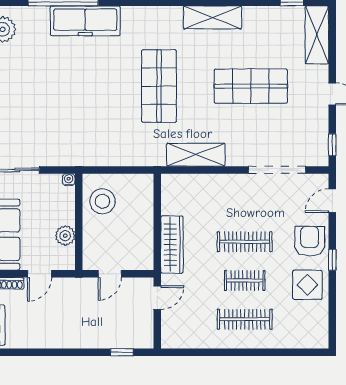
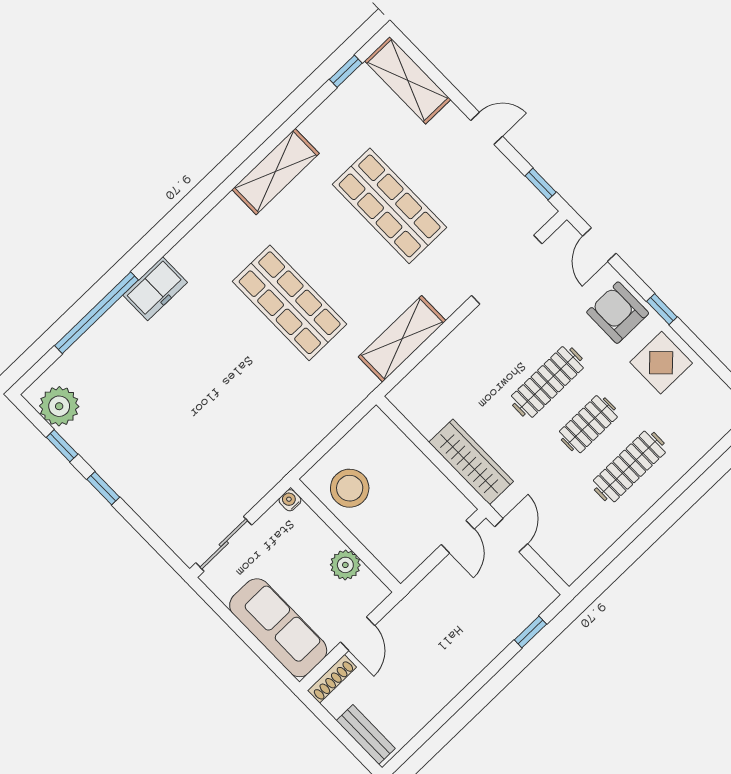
freezer: (85, 21) -> (155, 289), width x0.52, depth x0.79
shop shelf: (251, 86) -> (390, 206), turned 90
door: (110, 274) -> (458, 537), moved

